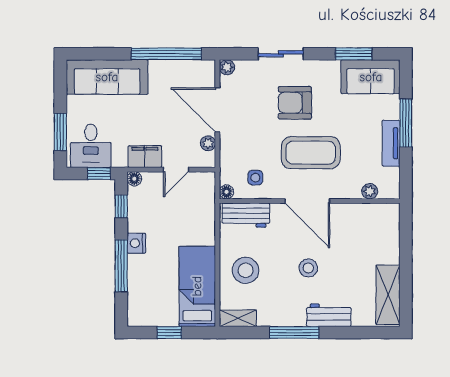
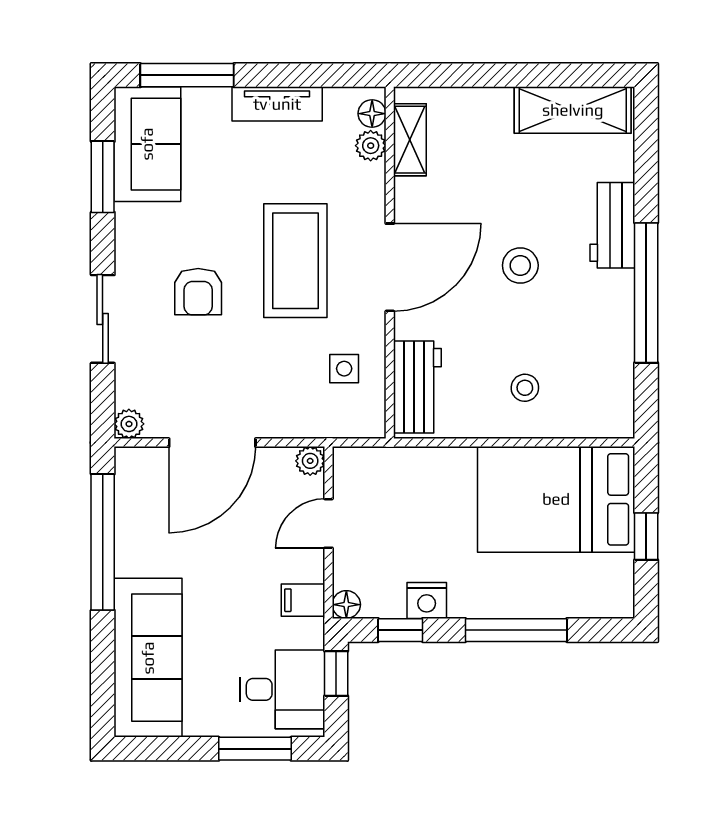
armchair: (295, 103) -> (198, 292), width x0.72, depth x0.72
window: (406, 123) -> (187, 75), moved
plant: (208, 143) -> (310, 461), moved
filing cabinet: (145, 157) -> (303, 600), width x0.50
door: (176, 170) -> (328, 523), swing flipped
floor lamp: (226, 192) -> (372, 114), moved
nightstand: (136, 243) -> (427, 601), moved
stool: (246, 270) -> (525, 388), width x0.53, depth x0.53
bed: (197, 286) -> (556, 499), width x1.50
shelving: (238, 318) -> (410, 140), moved
window: (294, 333) -> (646, 293), width x1.46

